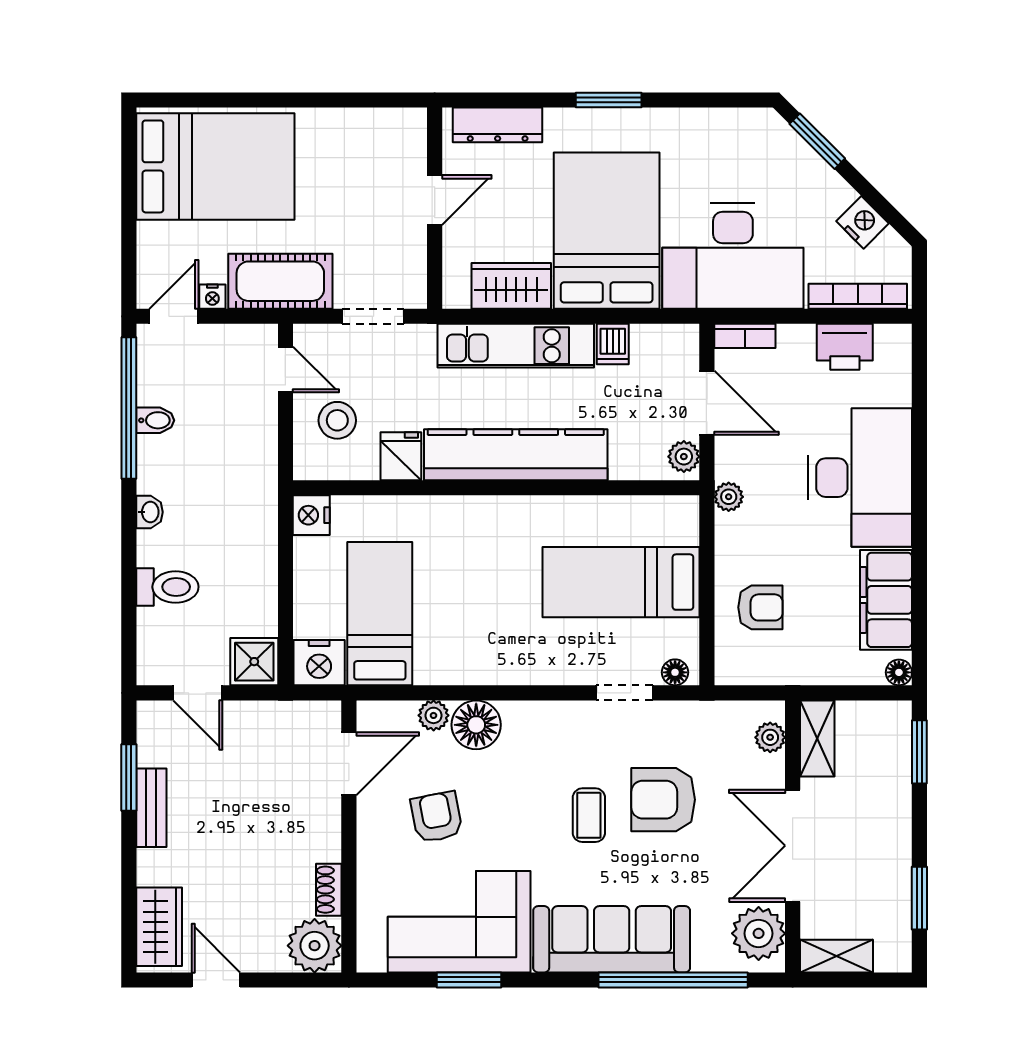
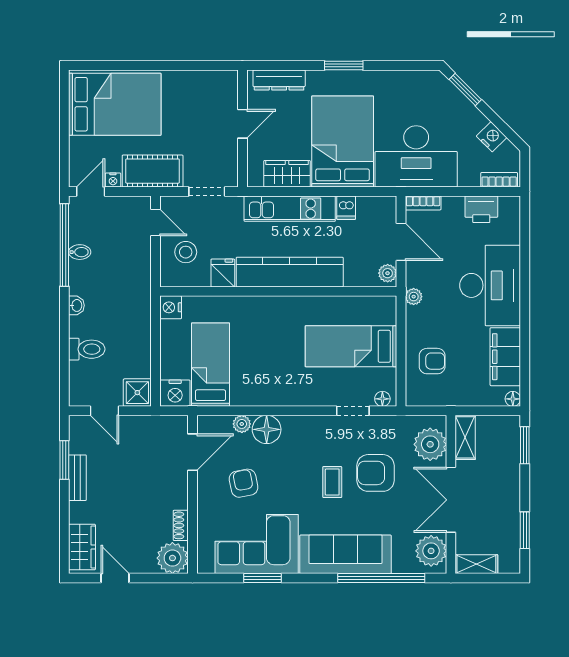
bookcase: (858, 296) -> (499, 180), width x0.64
plant: (770, 737) -> (430, 444), width x1.87, depth x1.87

